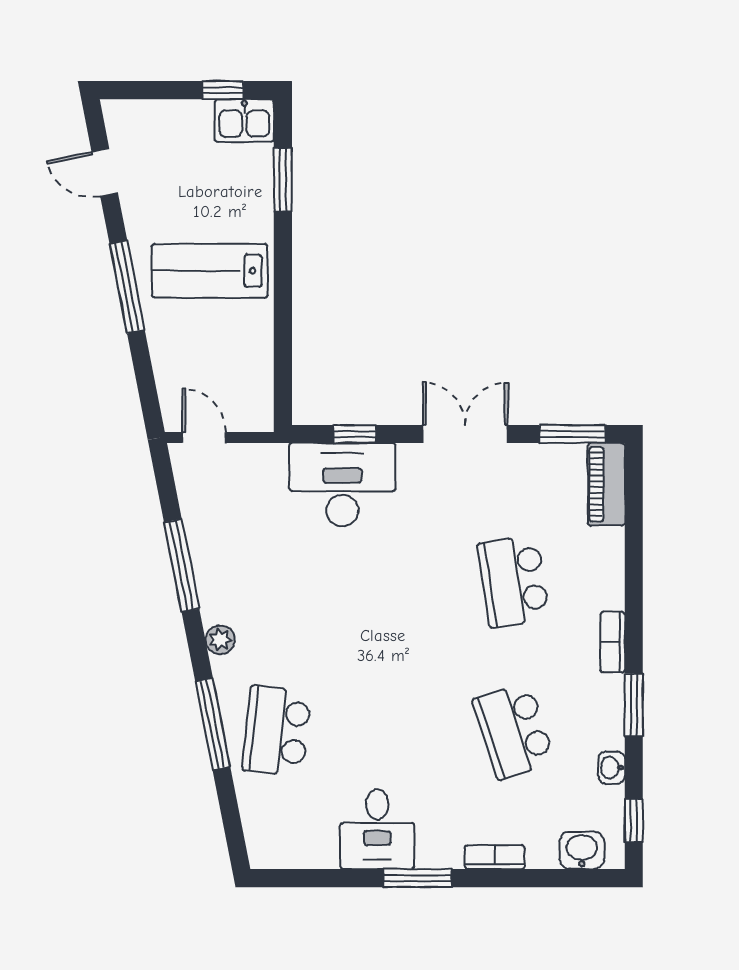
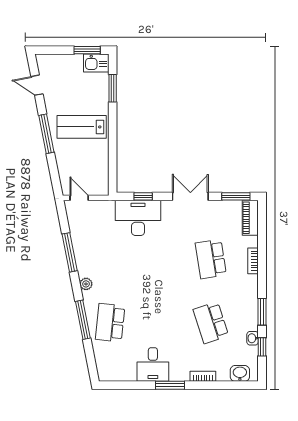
window: (223, 90) -> (87, 50), width x1.50
bookcase: (613, 642) -> (253, 261), moved
window: (634, 821) -> (262, 347), moved

